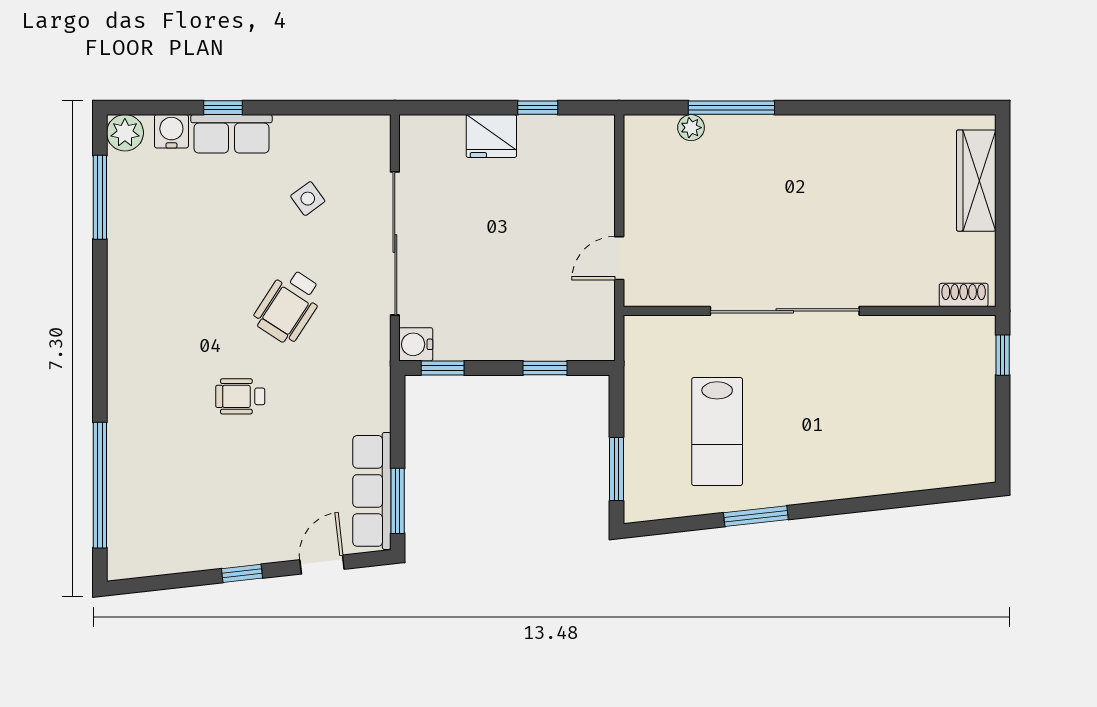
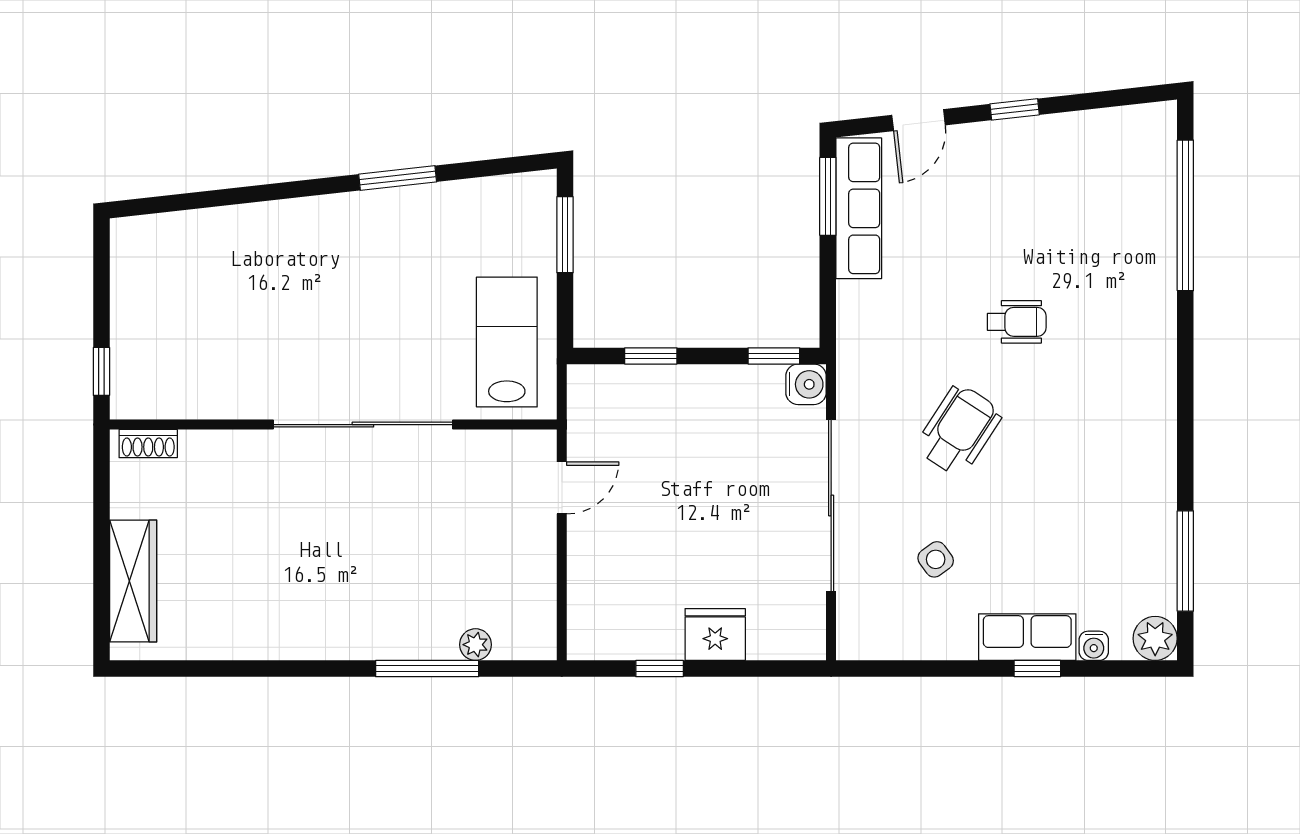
water cooler: (171, 131) -> (1094, 646), width x0.72, depth x0.72
lab bench: (717, 432) -> (507, 342), moved

